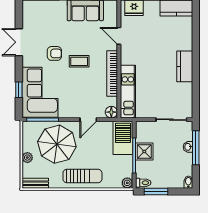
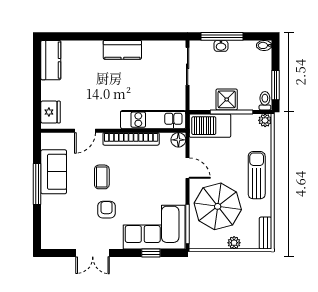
coffee table: (79, 61) -> (102, 177), moved

